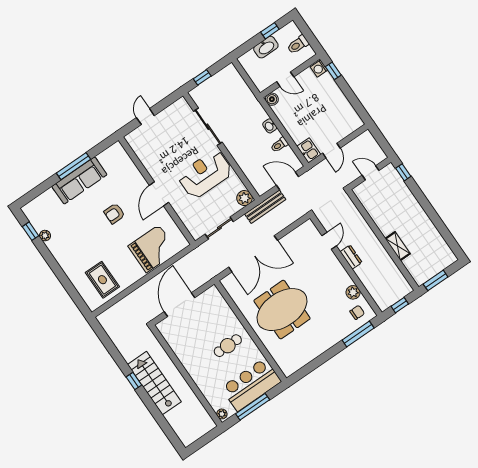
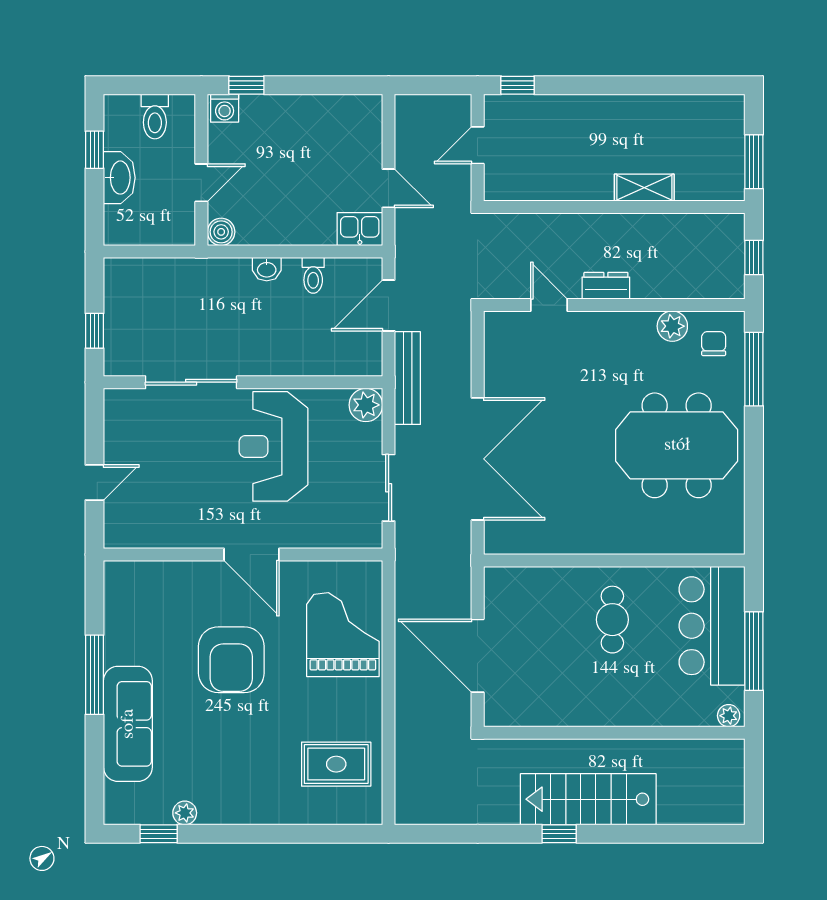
door: (145, 117) -> (95, 483), swing flipped
sofa: (79, 181) -> (128, 724), moved
armchair: (114, 213) -> (231, 660), width x1.88, depth x1.88
meeting table: (282, 310) -> (677, 445), moved, turned 90

